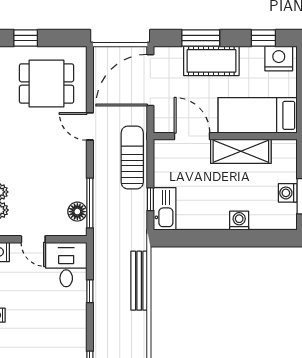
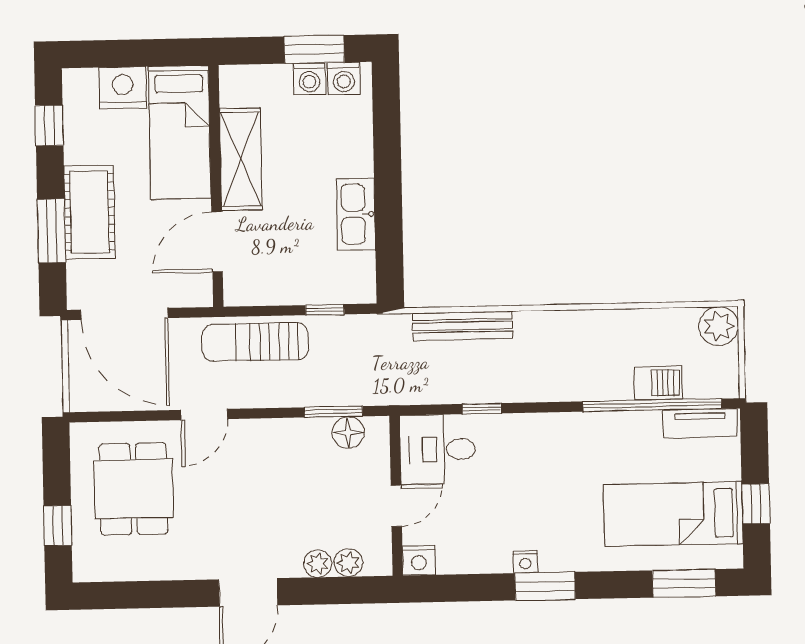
nightstand: (279, 59) -> (123, 88), moved, turned 90
window: (90, 203) -> (333, 412), width x0.69
kitchen sink: (165, 209) -> (356, 214), moved, turned -90
washing machine: (239, 221) -> (344, 78), moved, turned -90

